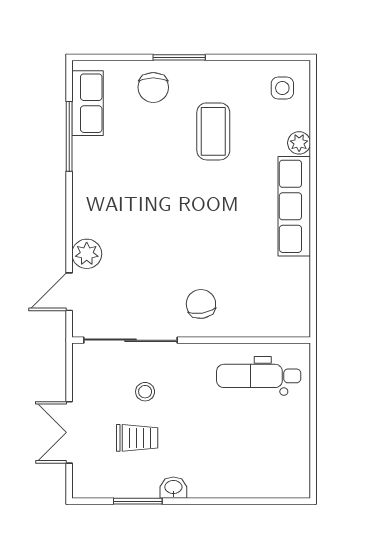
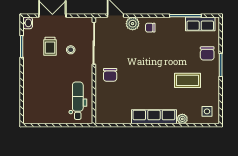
chair: (153, 87) -> (207, 53), turned -90
chair: (96, 214) -> (150, 28), added
chair: (201, 304) -> (110, 75), turned 99
washbasin: (173, 488) -> (28, 23), moved

